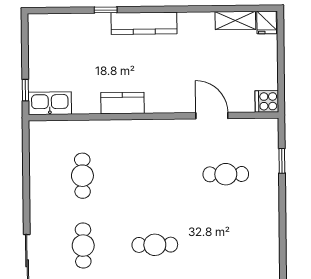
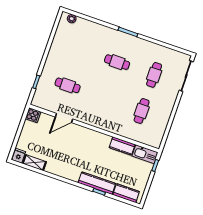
kitchen counter: (144, 23) -> (97, 183), moved
kitchen counter: (58, 24) -> (126, 193), added
kitchen counter: (122, 103) -> (122, 146), moved
door: (212, 116) -> (64, 118), hinge flipped

